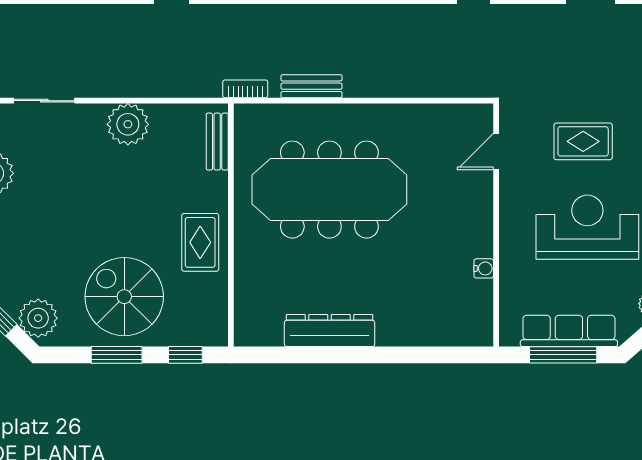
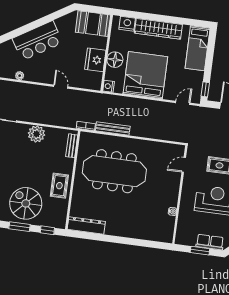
bench: (311, 86) -> (113, 129), width x1.36
dresser: (330, 331) -> (86, 225), moved
row of seats: (569, 331) -> (210, 242), width x0.68
window: (563, 355) -> (200, 251), width x0.69

